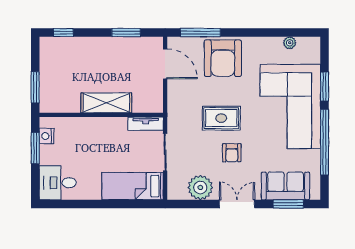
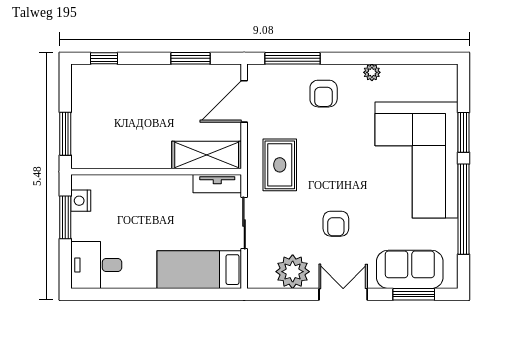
plant: (290, 43) -> (372, 72), moved
armchair: (223, 58) -> (324, 94), width x0.53, depth x0.53
door: (165, 64) -> (244, 101), swing flipped
shelving: (106, 103) -> (207, 155), moved
rug: (221, 118) -> (280, 165), moved, turned 90

